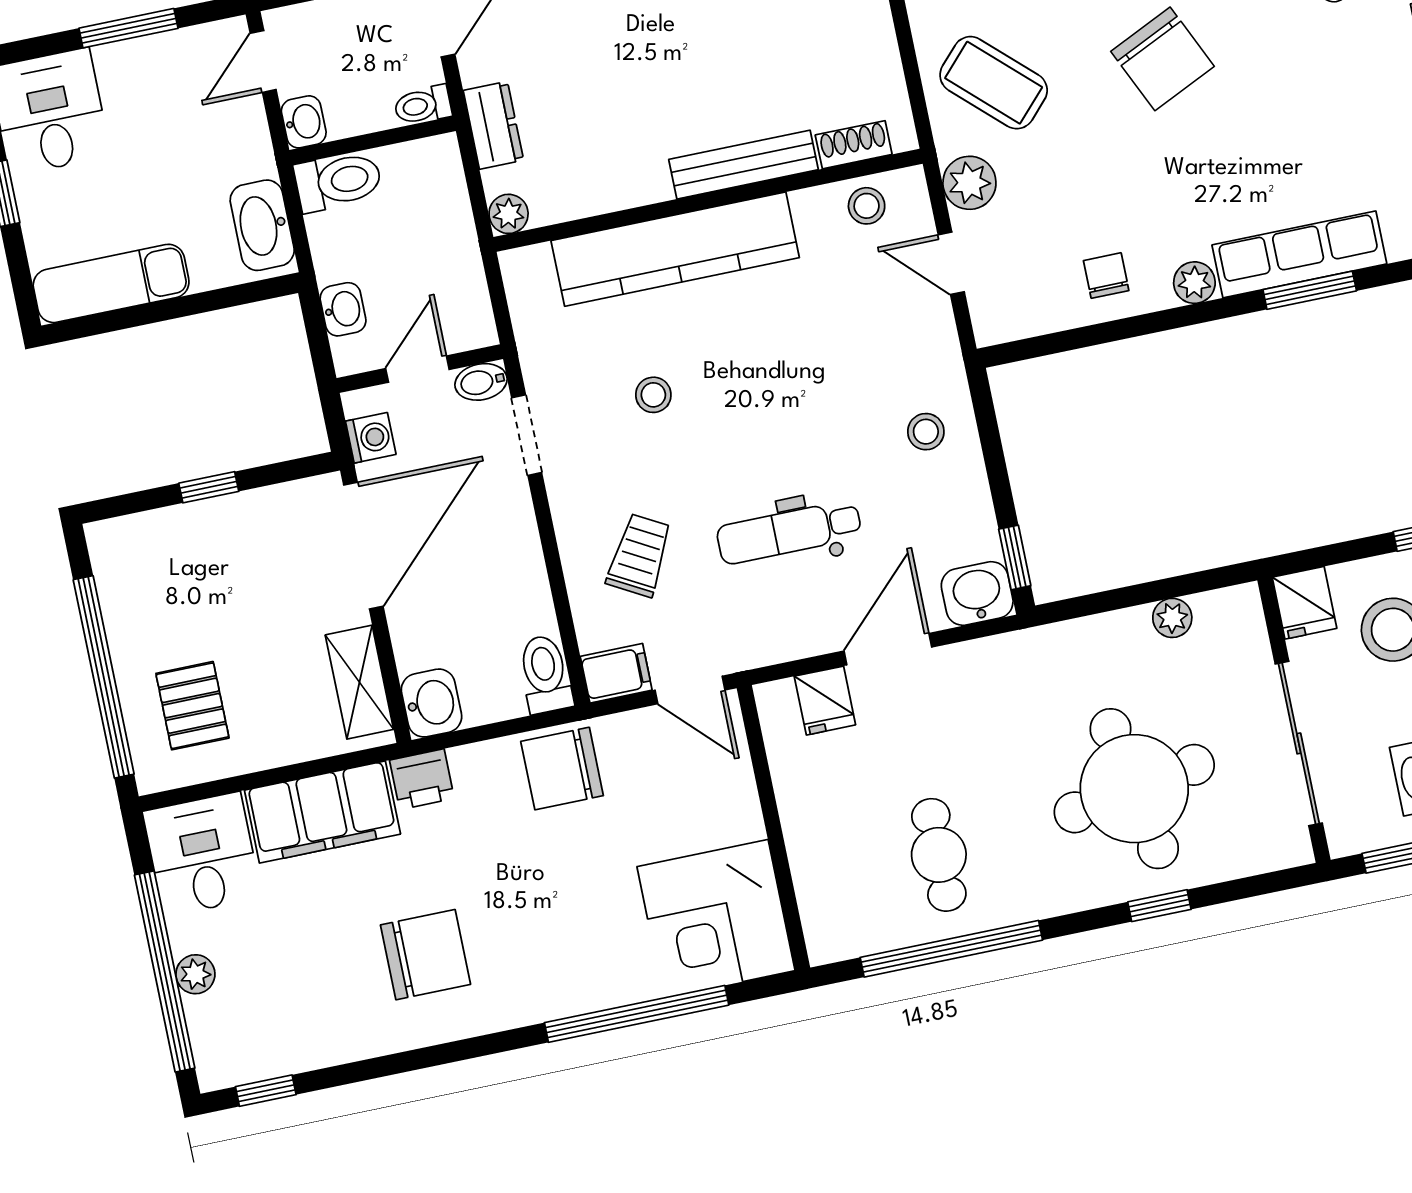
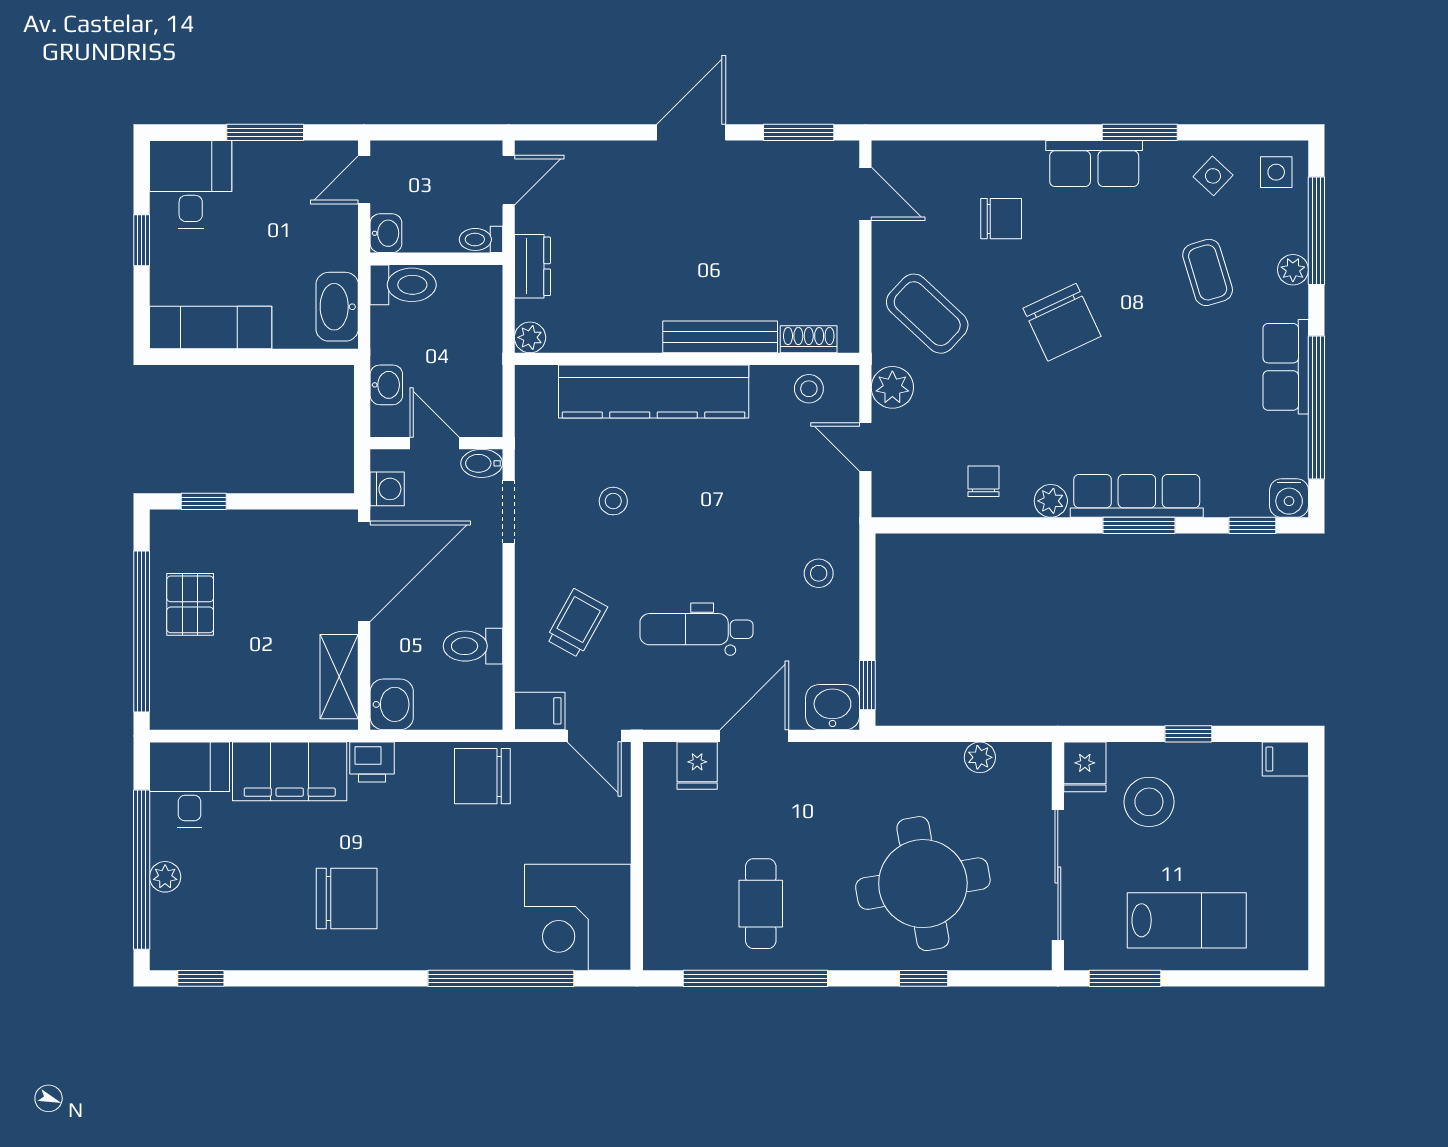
door: (417, 369) -> (434, 443), hinge flipped
window: (209, 487) -> (204, 501), moved
toilet: (545, 674) -> (473, 646), moved, turned -90
pallet: (192, 706) -> (190, 604), moved

